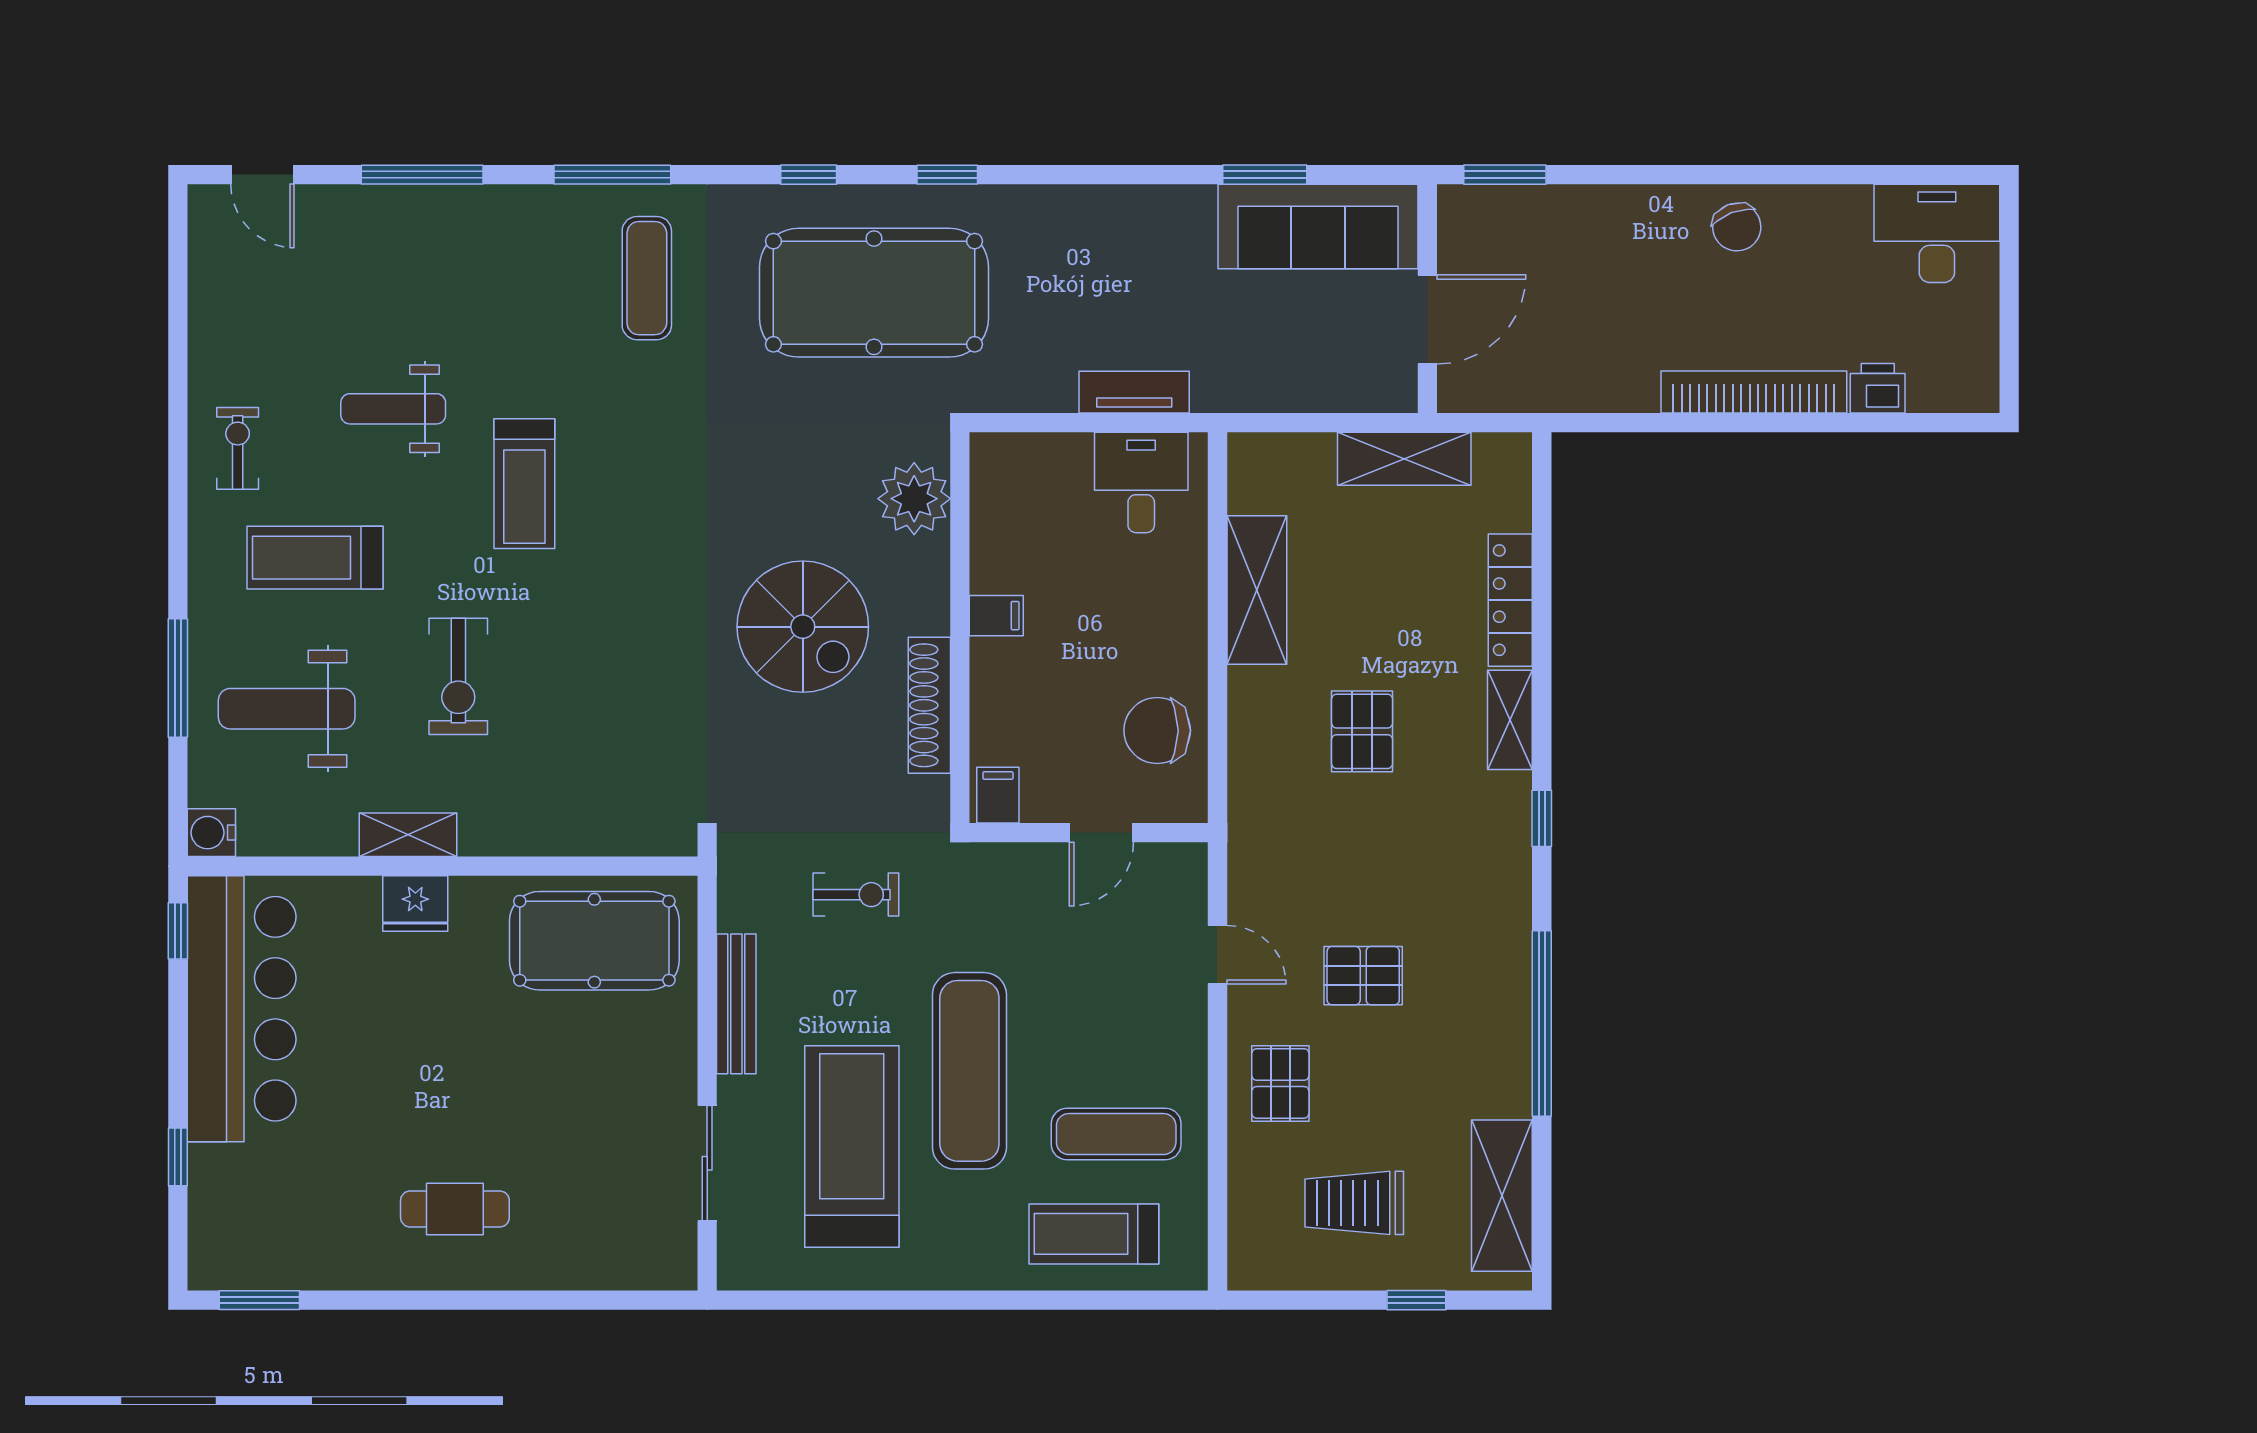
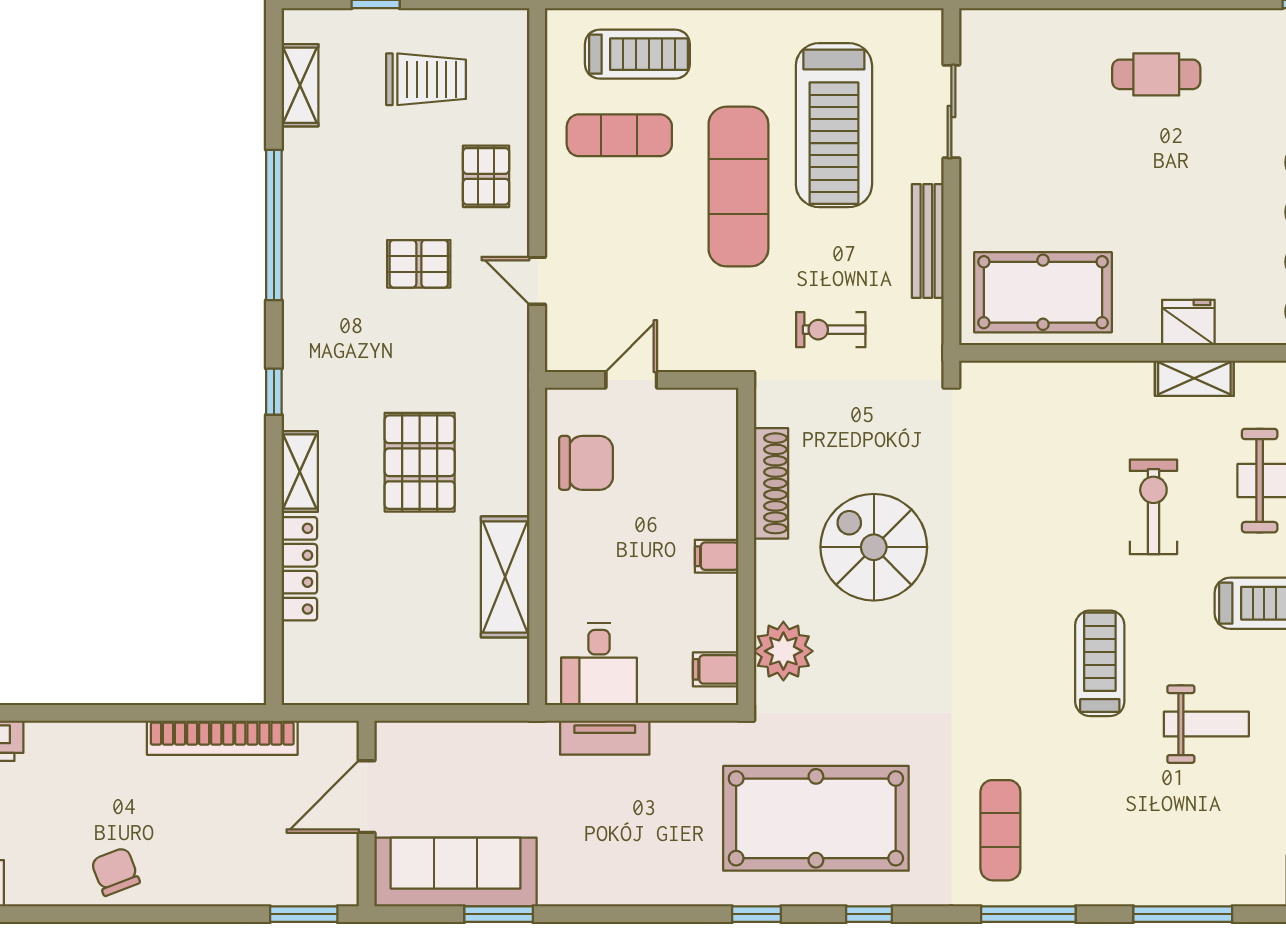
bookcase: (1754, 392) -> (222, 738), moved
shelving: (1404, 459) -> (385, 684), removed
pallet: (1362, 731) -> (420, 462), width x1.50, depth x1.42
filing cabinet: (998, 795) -> (716, 669), moved, turned 90
shelving: (1502, 1196) -> (300, 85), width x0.67, depth x0.75

